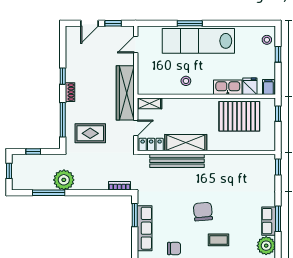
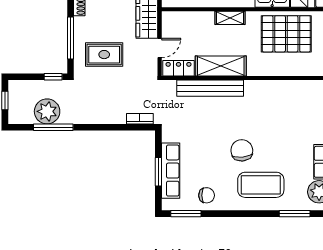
shelving: (149, 103) -> (230, 18), moved
window: (33, 151) -> (53, 77), moved
plant: (64, 180) -> (47, 111), moved
window: (135, 215) -> (158, 172), moved
coffee table: (218, 240) -> (261, 185), width x1.86, depth x1.72

